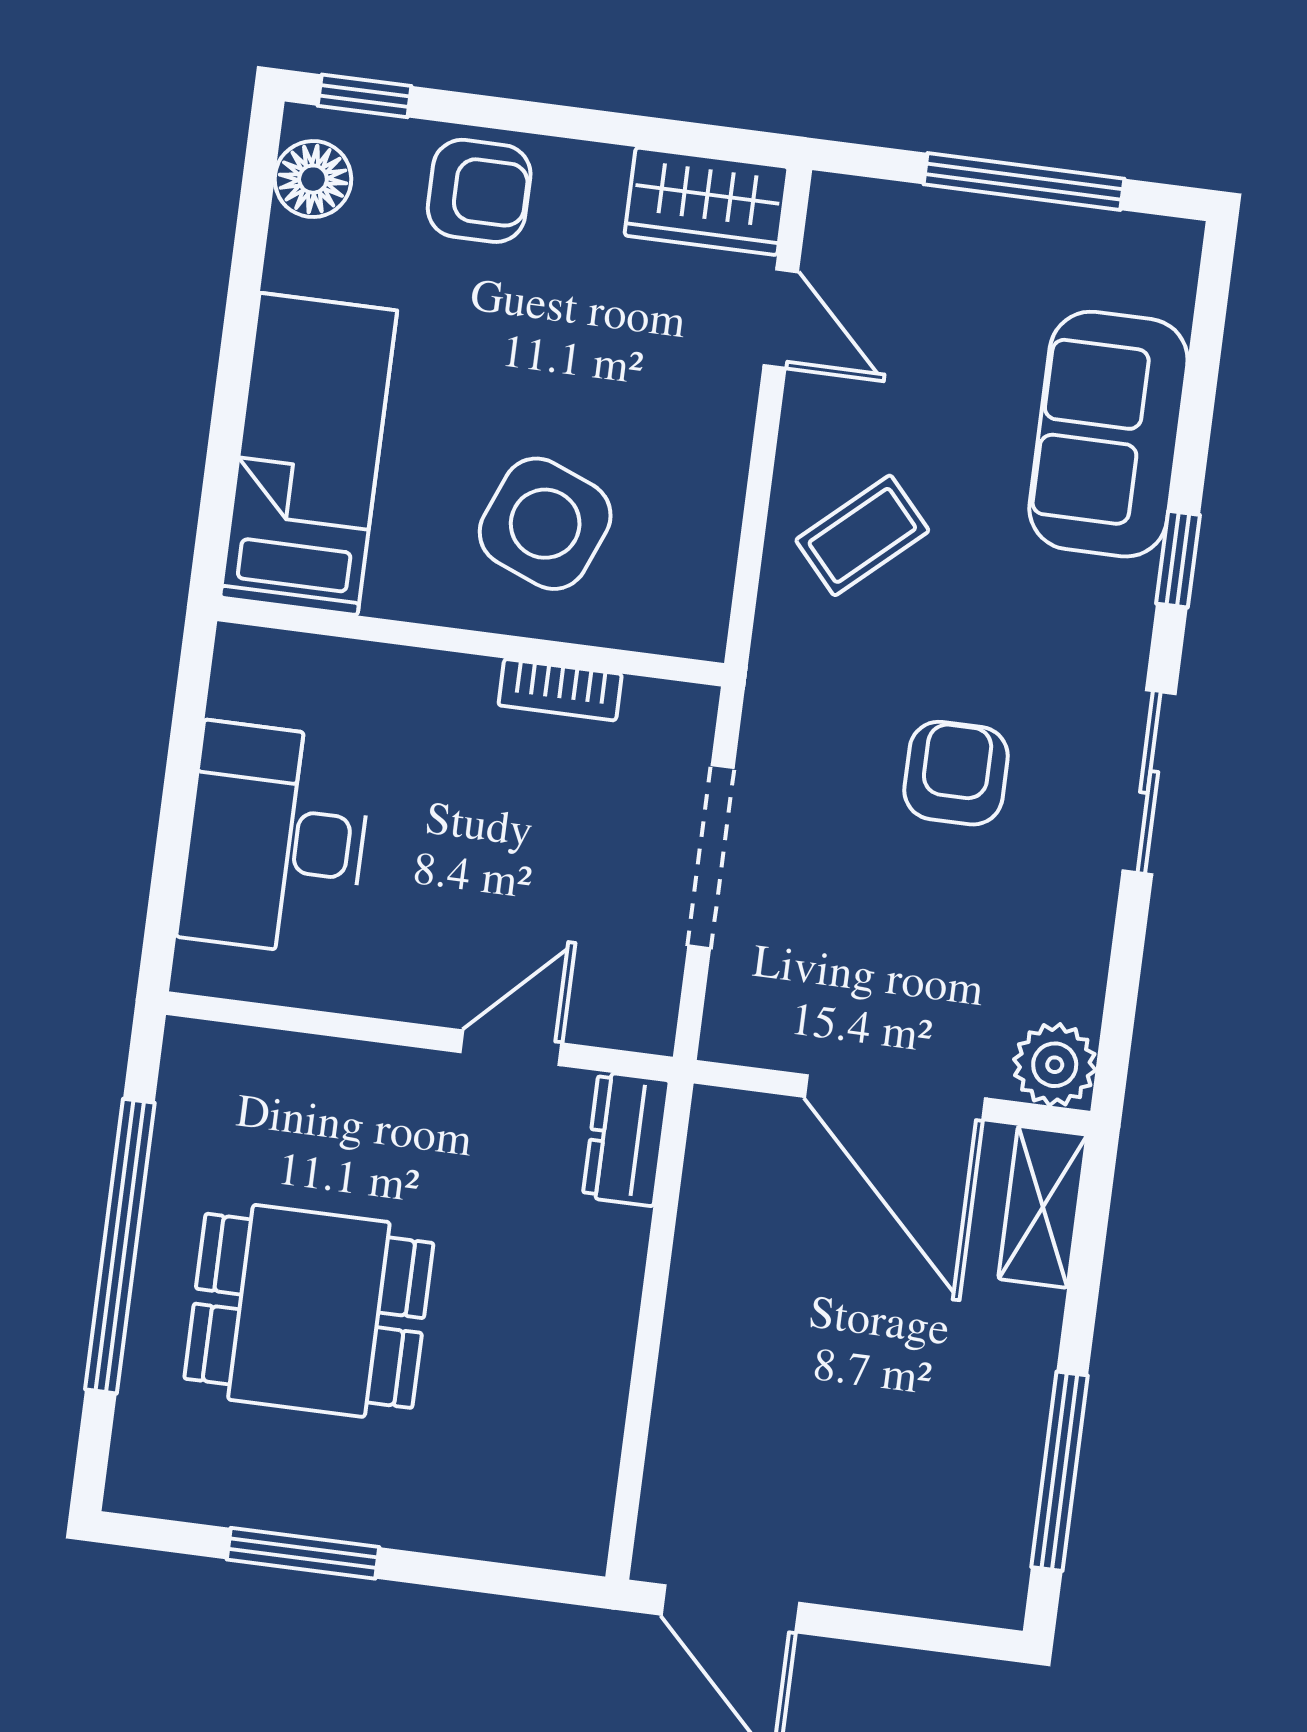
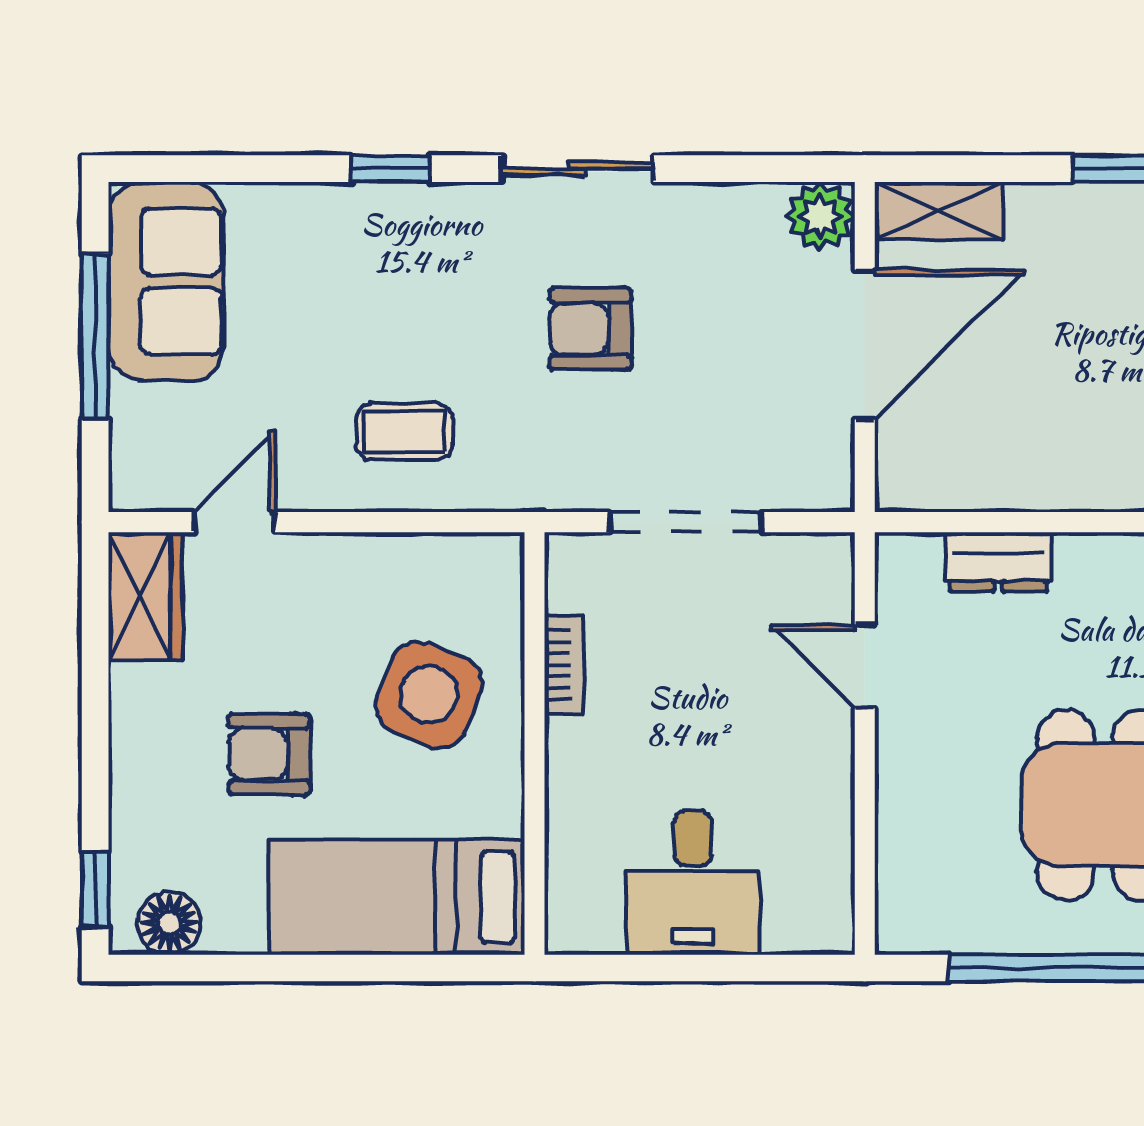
armchair: (479, 191) -> (269, 754), moved, turned -90
sofa: (1108, 434) -> (166, 281), moved, turned -90
coffee table: (862, 535) -> (404, 432), turned -48
desk: (276, 839) -> (693, 883), width x0.73
dresser: (626, 1139) -> (998, 562), moved

